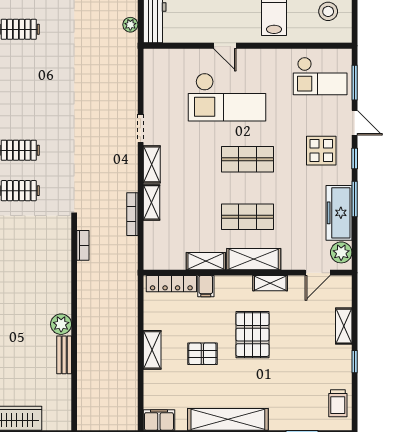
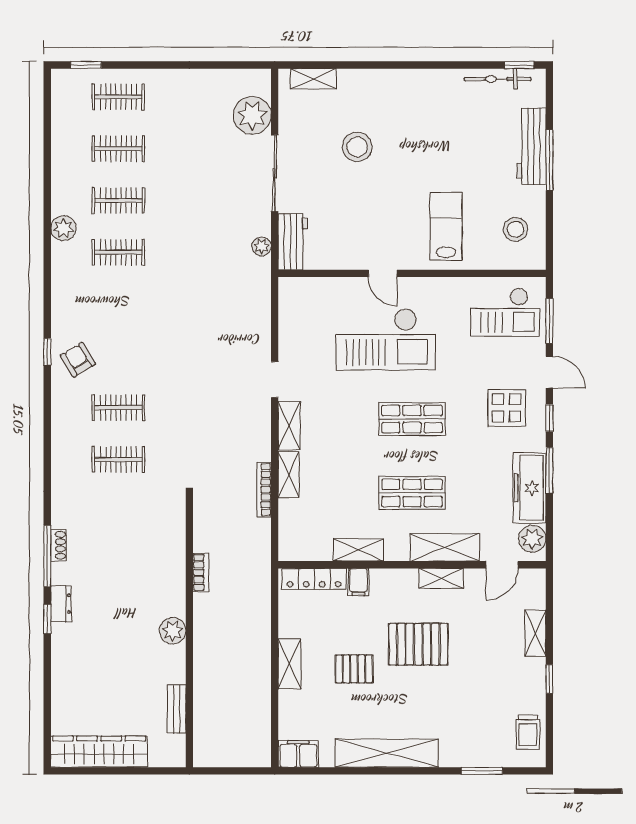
bookcase: (83, 245) -> (201, 572), moved
shelving: (254, 259) -> (445, 547), moved
pallet: (252, 335) -> (418, 644), turned 90
bench: (64, 355) -> (177, 709), moved

